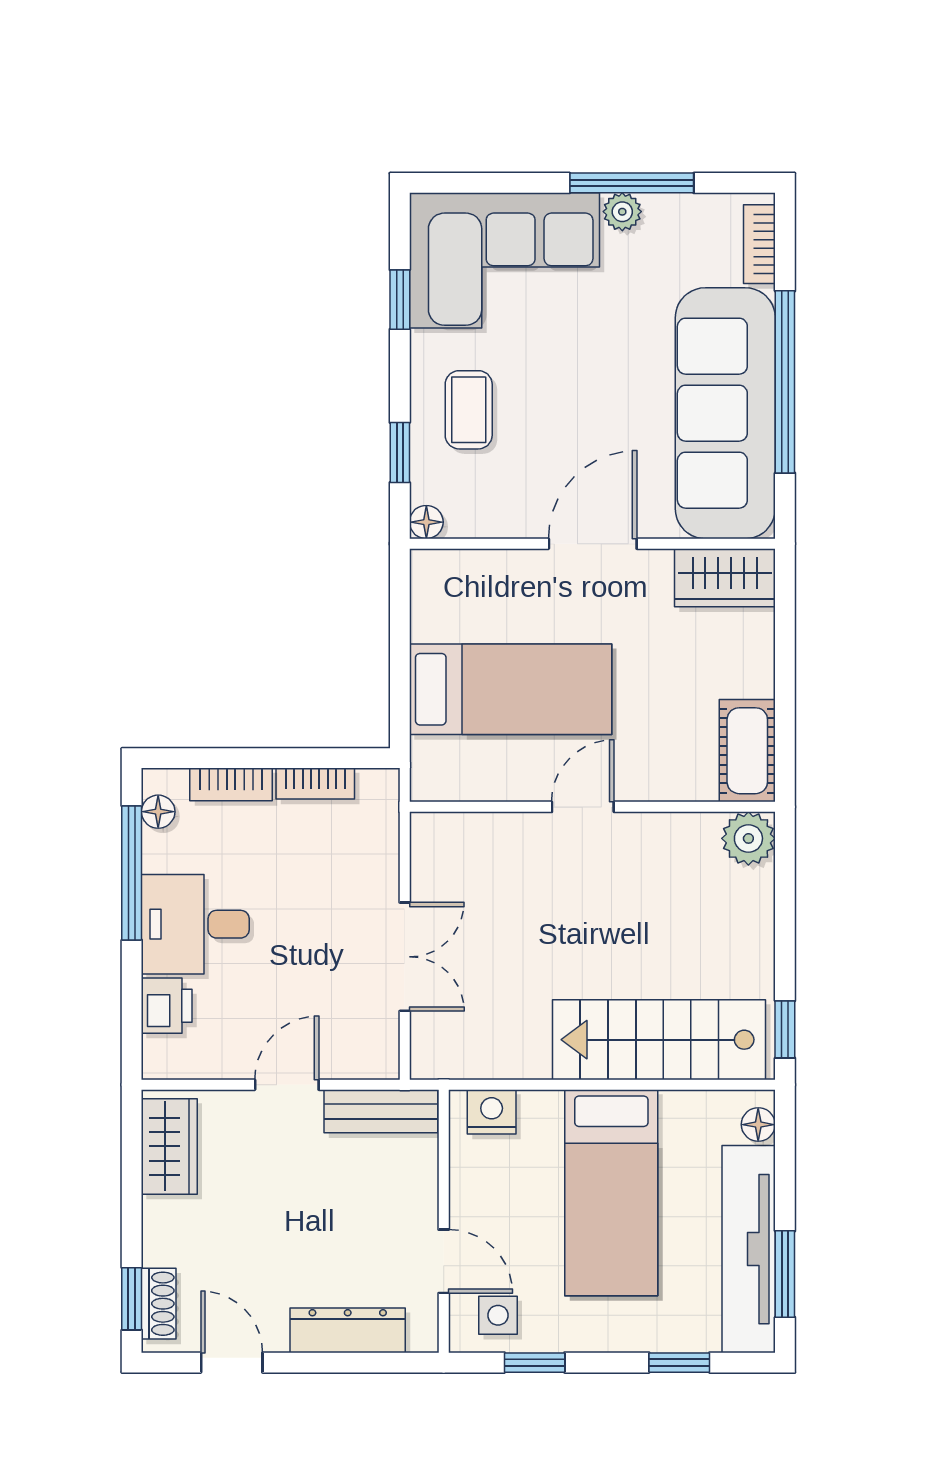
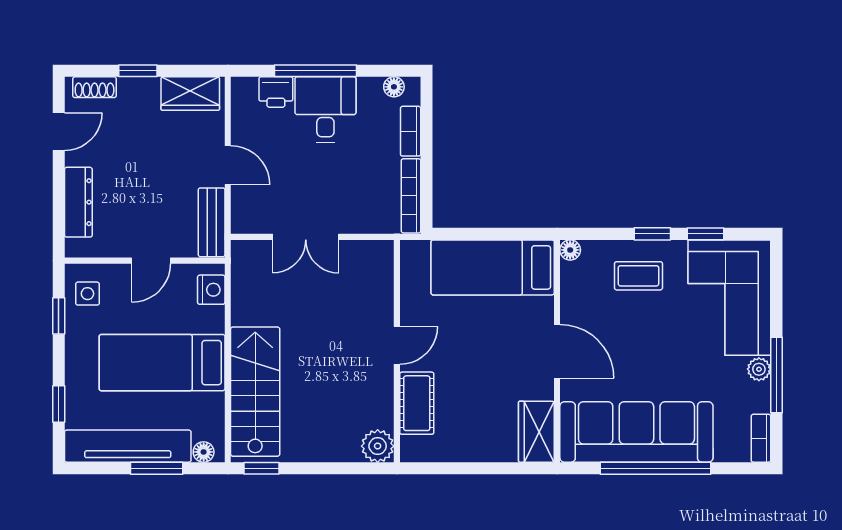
bookcase: (759, 244) -> (761, 438), moved, turned -90
window: (400, 452) -> (652, 234), moved
bed: (511, 689) -> (493, 267), moved, turned 90
cot: (747, 751) -> (417, 403), moved, turned 90
bookcase: (315, 784) -> (411, 196), width x1.56
door: (583, 807) -> (397, 345), hinge flipped
window: (132, 873) -> (316, 71), moved
door: (444, 1261) -> (151, 261), moved
window: (785, 1274) -> (157, 468), moved
window: (132, 1299) -> (138, 71), moved

